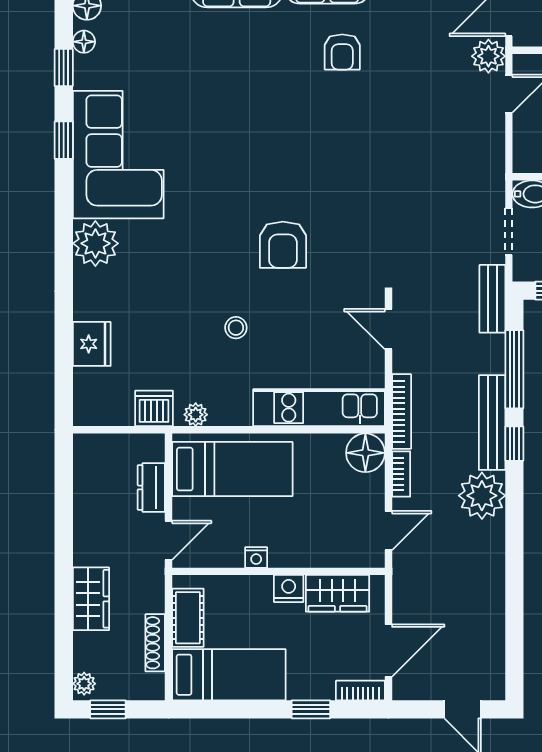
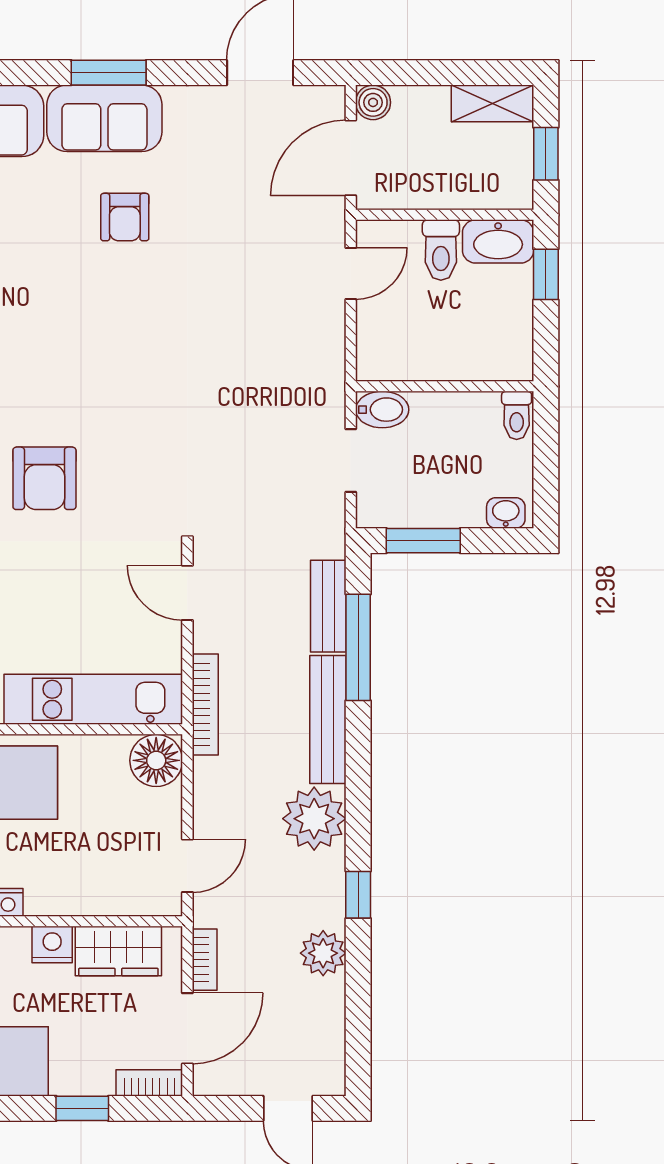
plant: (488, 56) -> (323, 953), moved
bench: (492, 299) -> (328, 606), moved
window: (514, 444) -> (358, 895), moved
bookcase: (401, 474) -> (205, 960), moved

